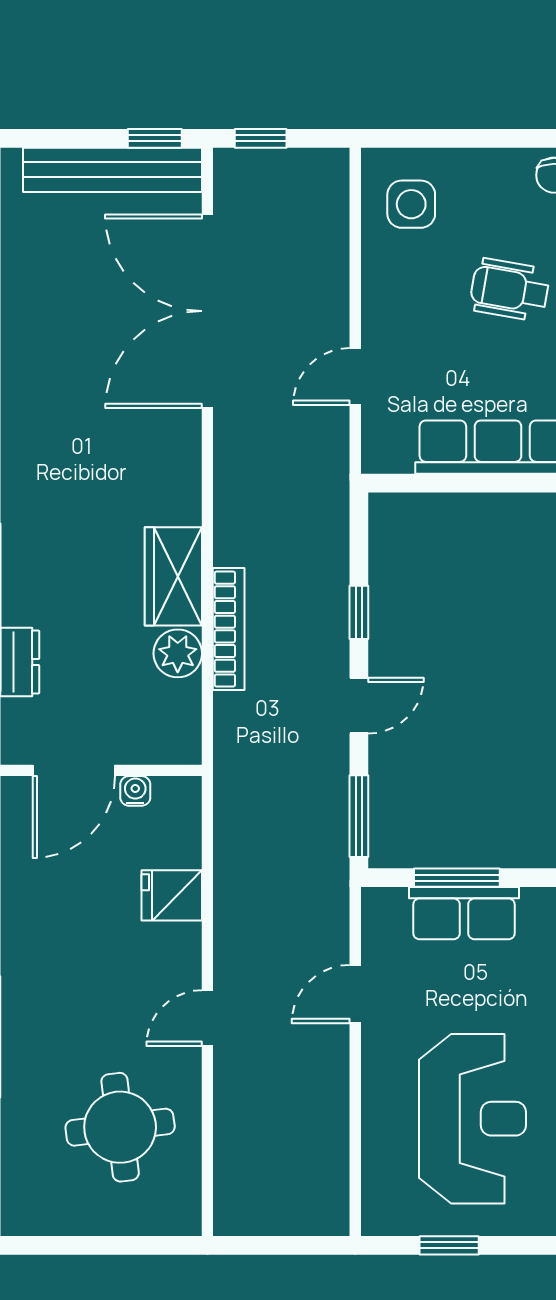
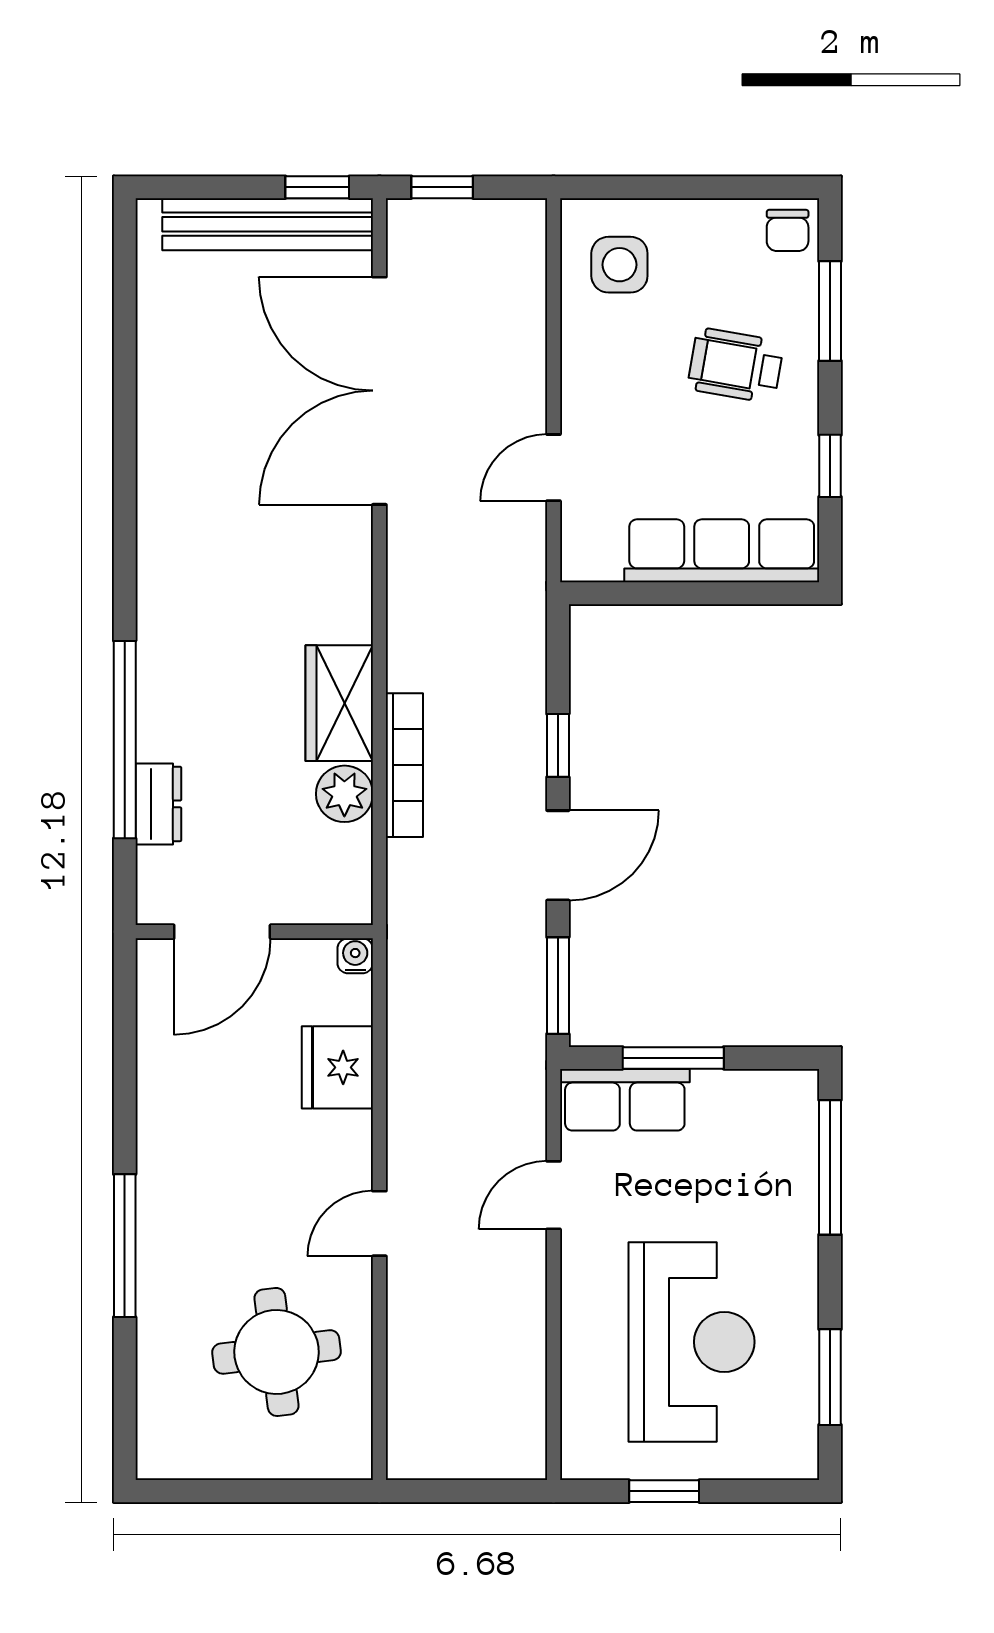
door: (359, 706) -> (558, 855), width x1.38
water cooler: (135, 791) -> (355, 956), moved
fridge: (172, 895) -> (337, 1067), width x1.38
row of seats: (464, 913) -> (625, 1100), moved

